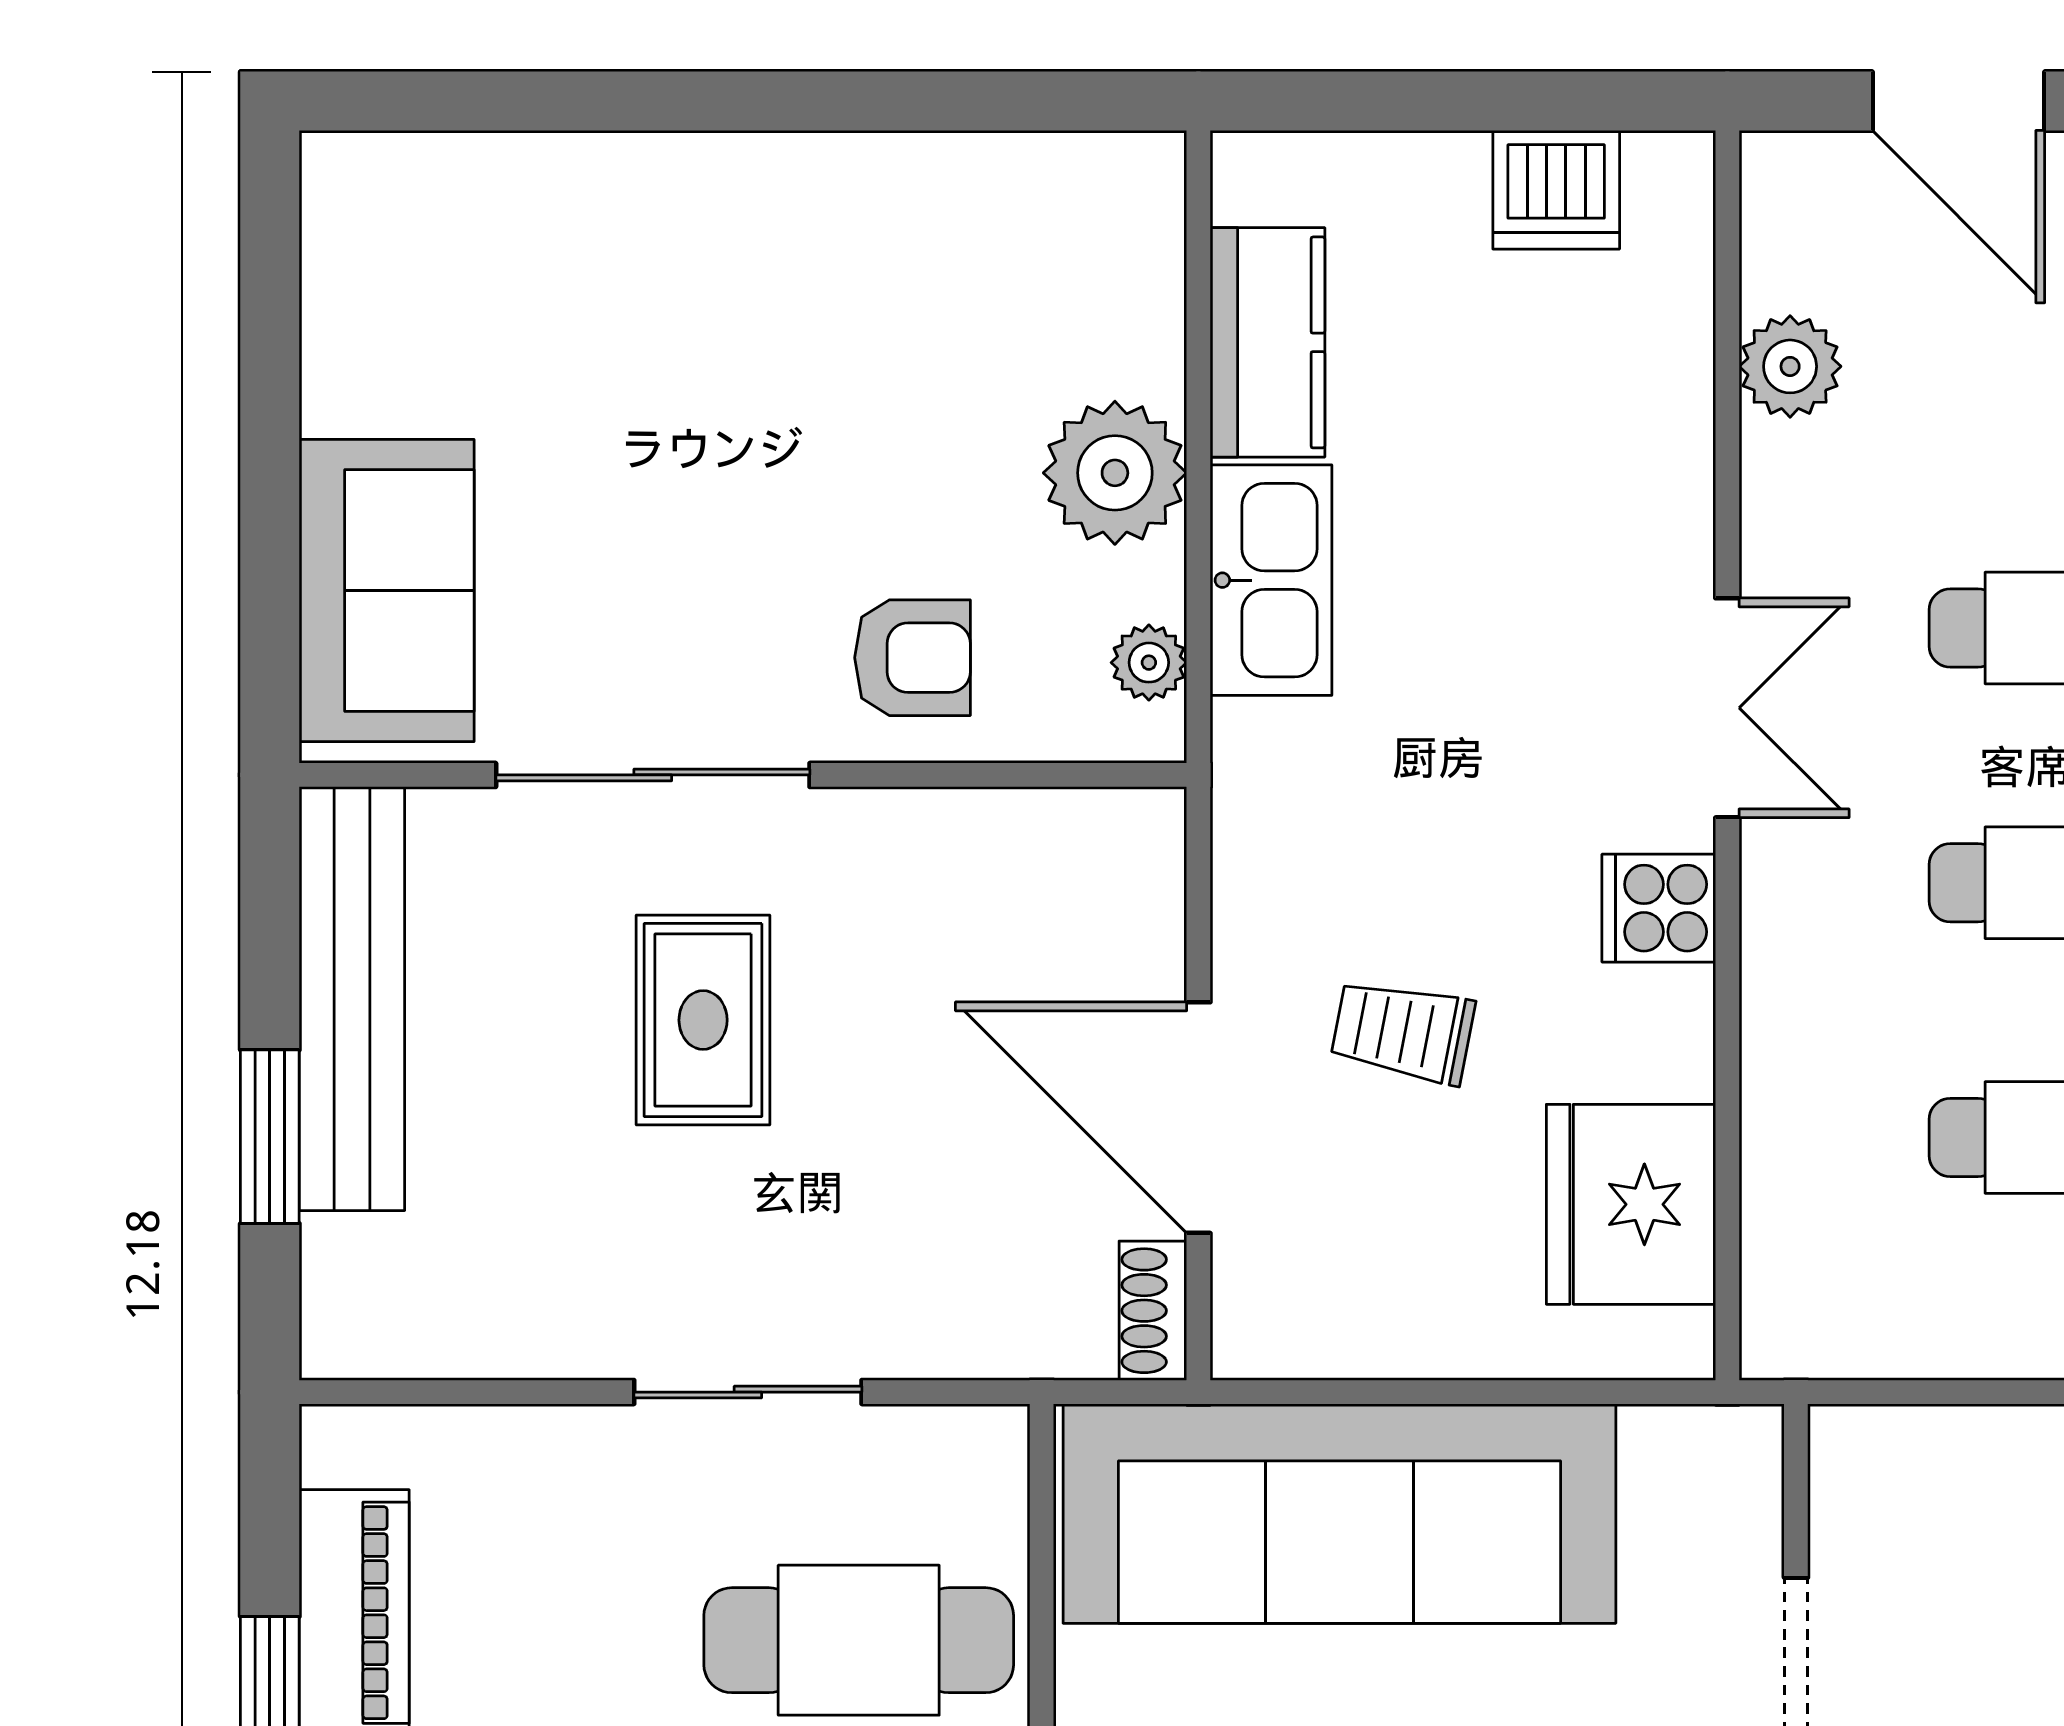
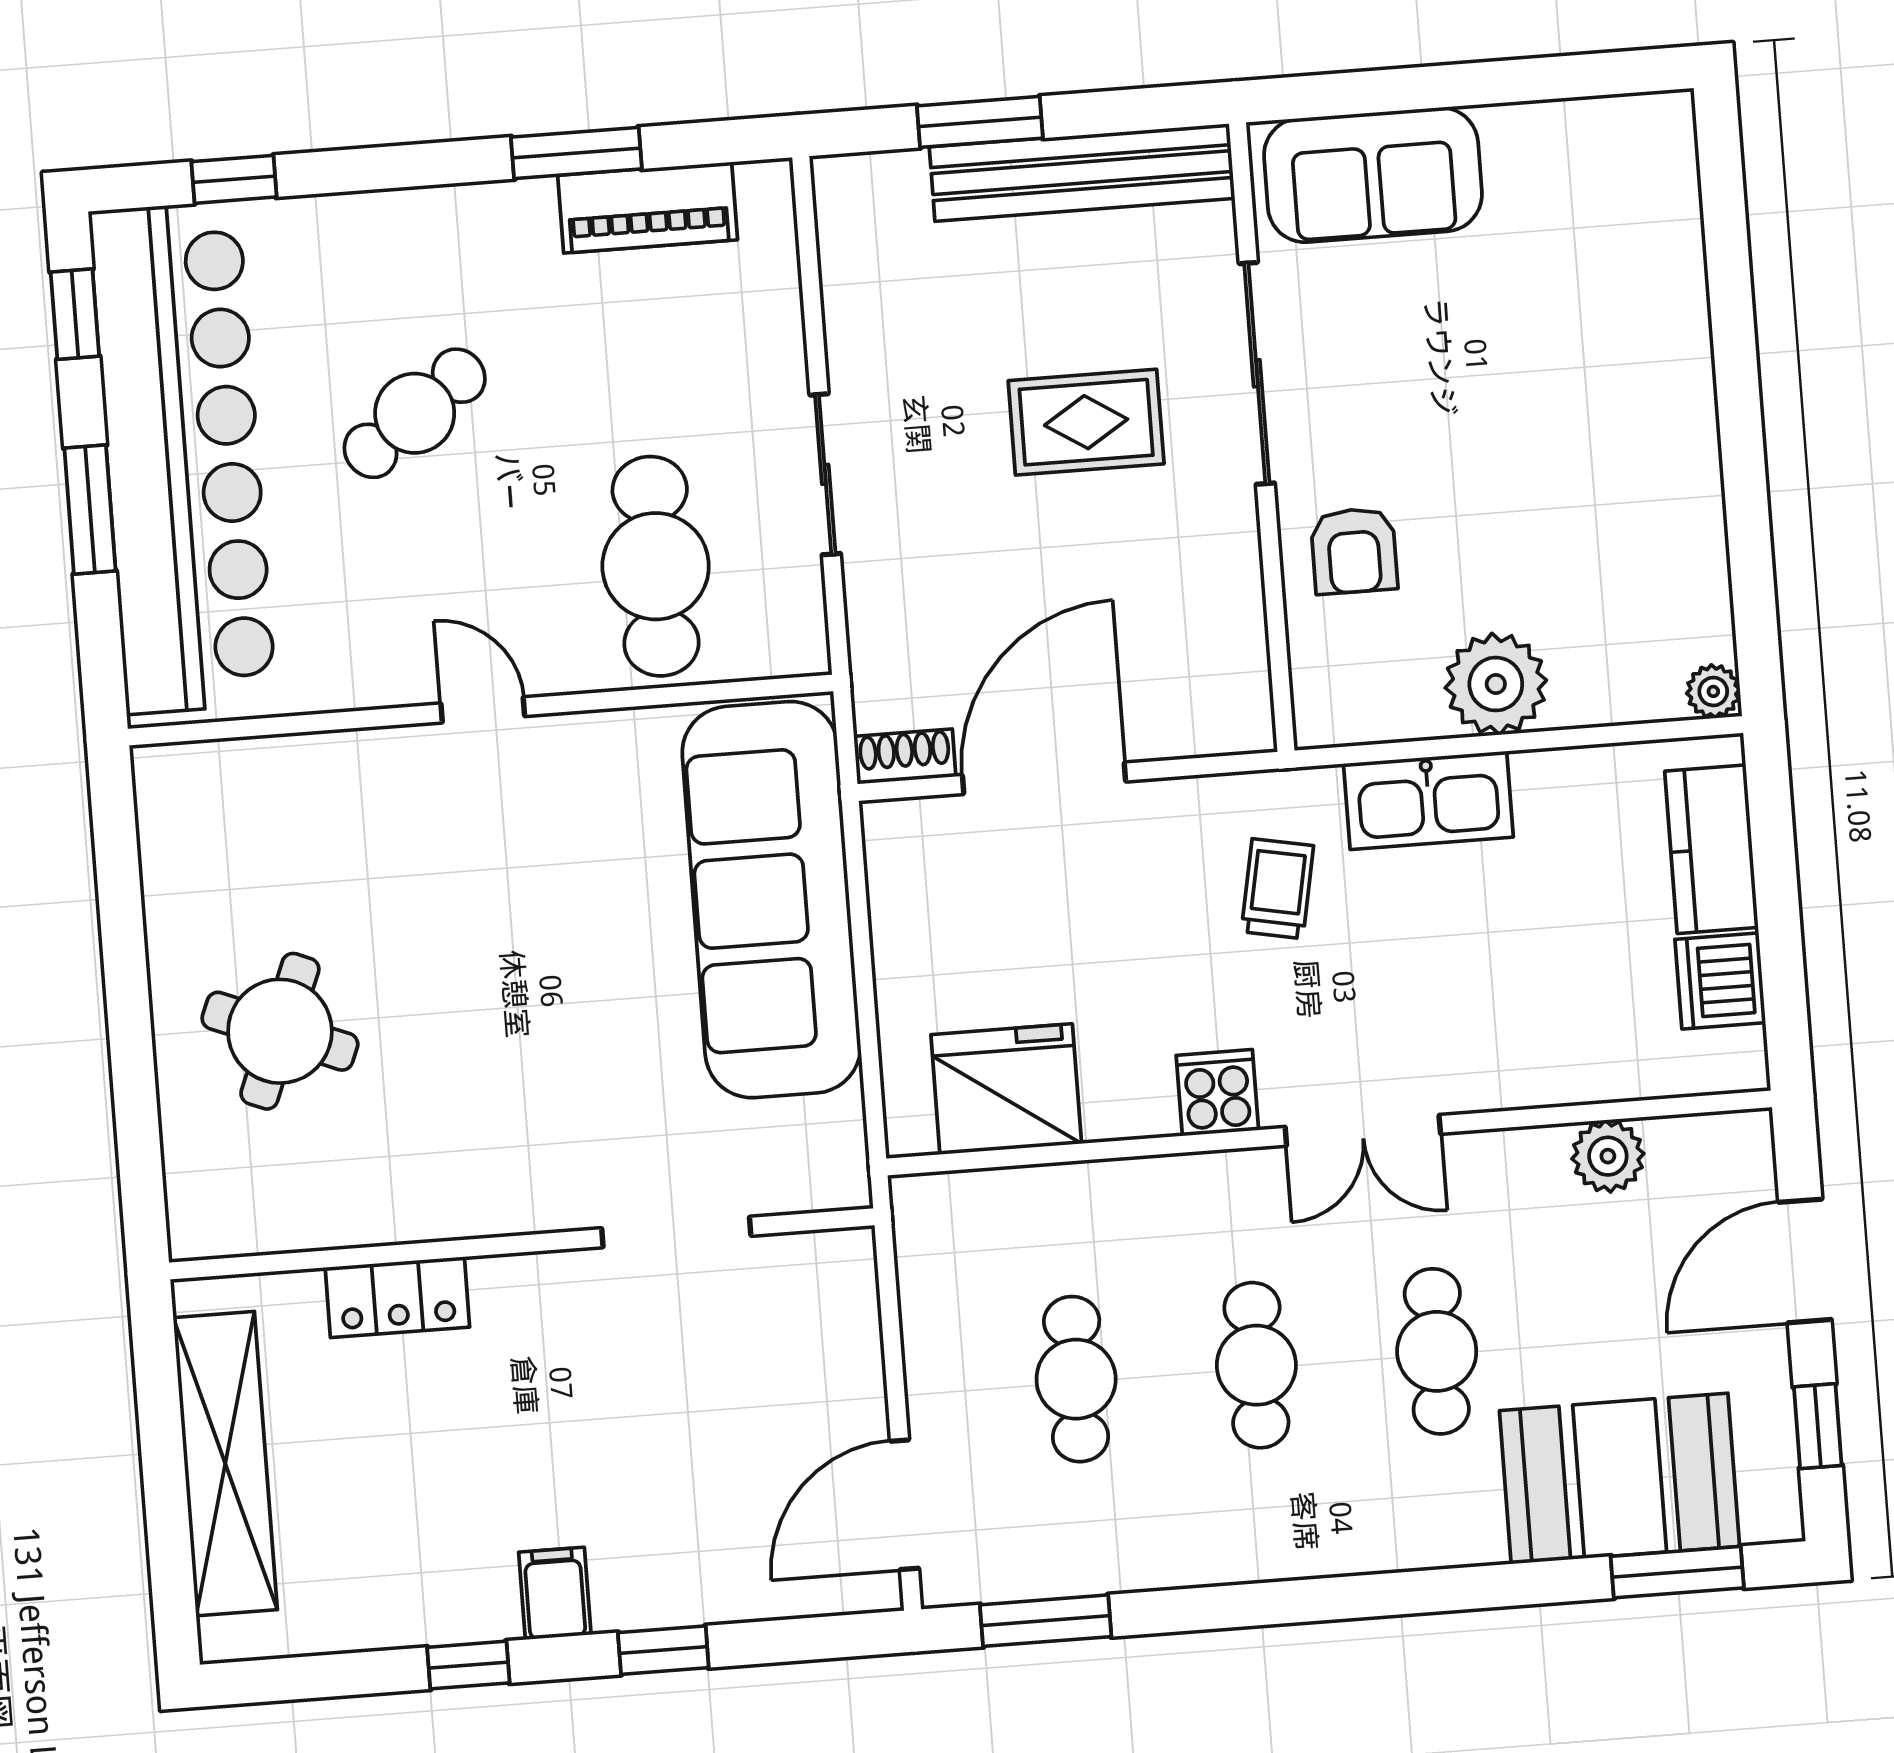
kitchen counter: (1268, 342) -> (1712, 849), moved, turned 90
plant: (1149, 663) -> (1713, 691), moved
trolley: (1403, 1031) -> (1277, 889), moved

